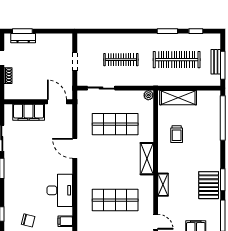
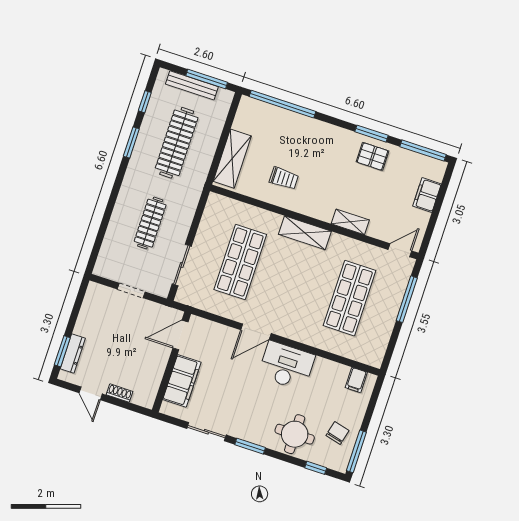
bench: (216, 62) -> (192, 85), width x1.36
plant: (148, 95) -> (214, 200), removed
pallet: (209, 185) -> (373, 156), width x0.67, depth x0.71
desk: (60, 190) -> (286, 366), moved
round table: (19, 194) -> (295, 434), added

